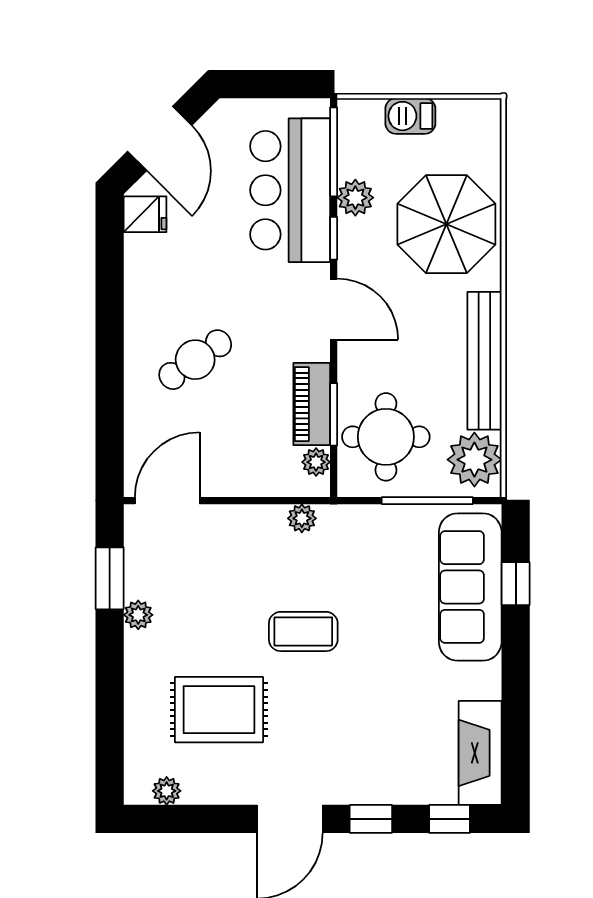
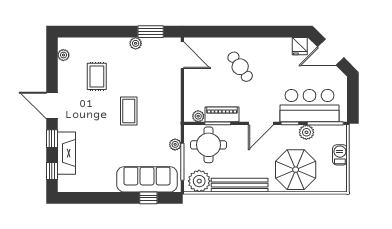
plant: (302, 518) -> (175, 144), moved
rug: (219, 710) -> (97, 76), width x0.73, depth x0.70
fireplace: (480, 753) -> (67, 153), moved, turned 90

